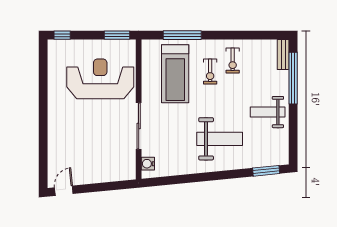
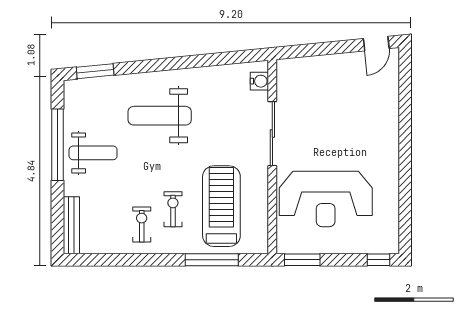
bench: (283, 54) -> (71, 225), width x1.36
window: (293, 78) -> (57, 145), moved

